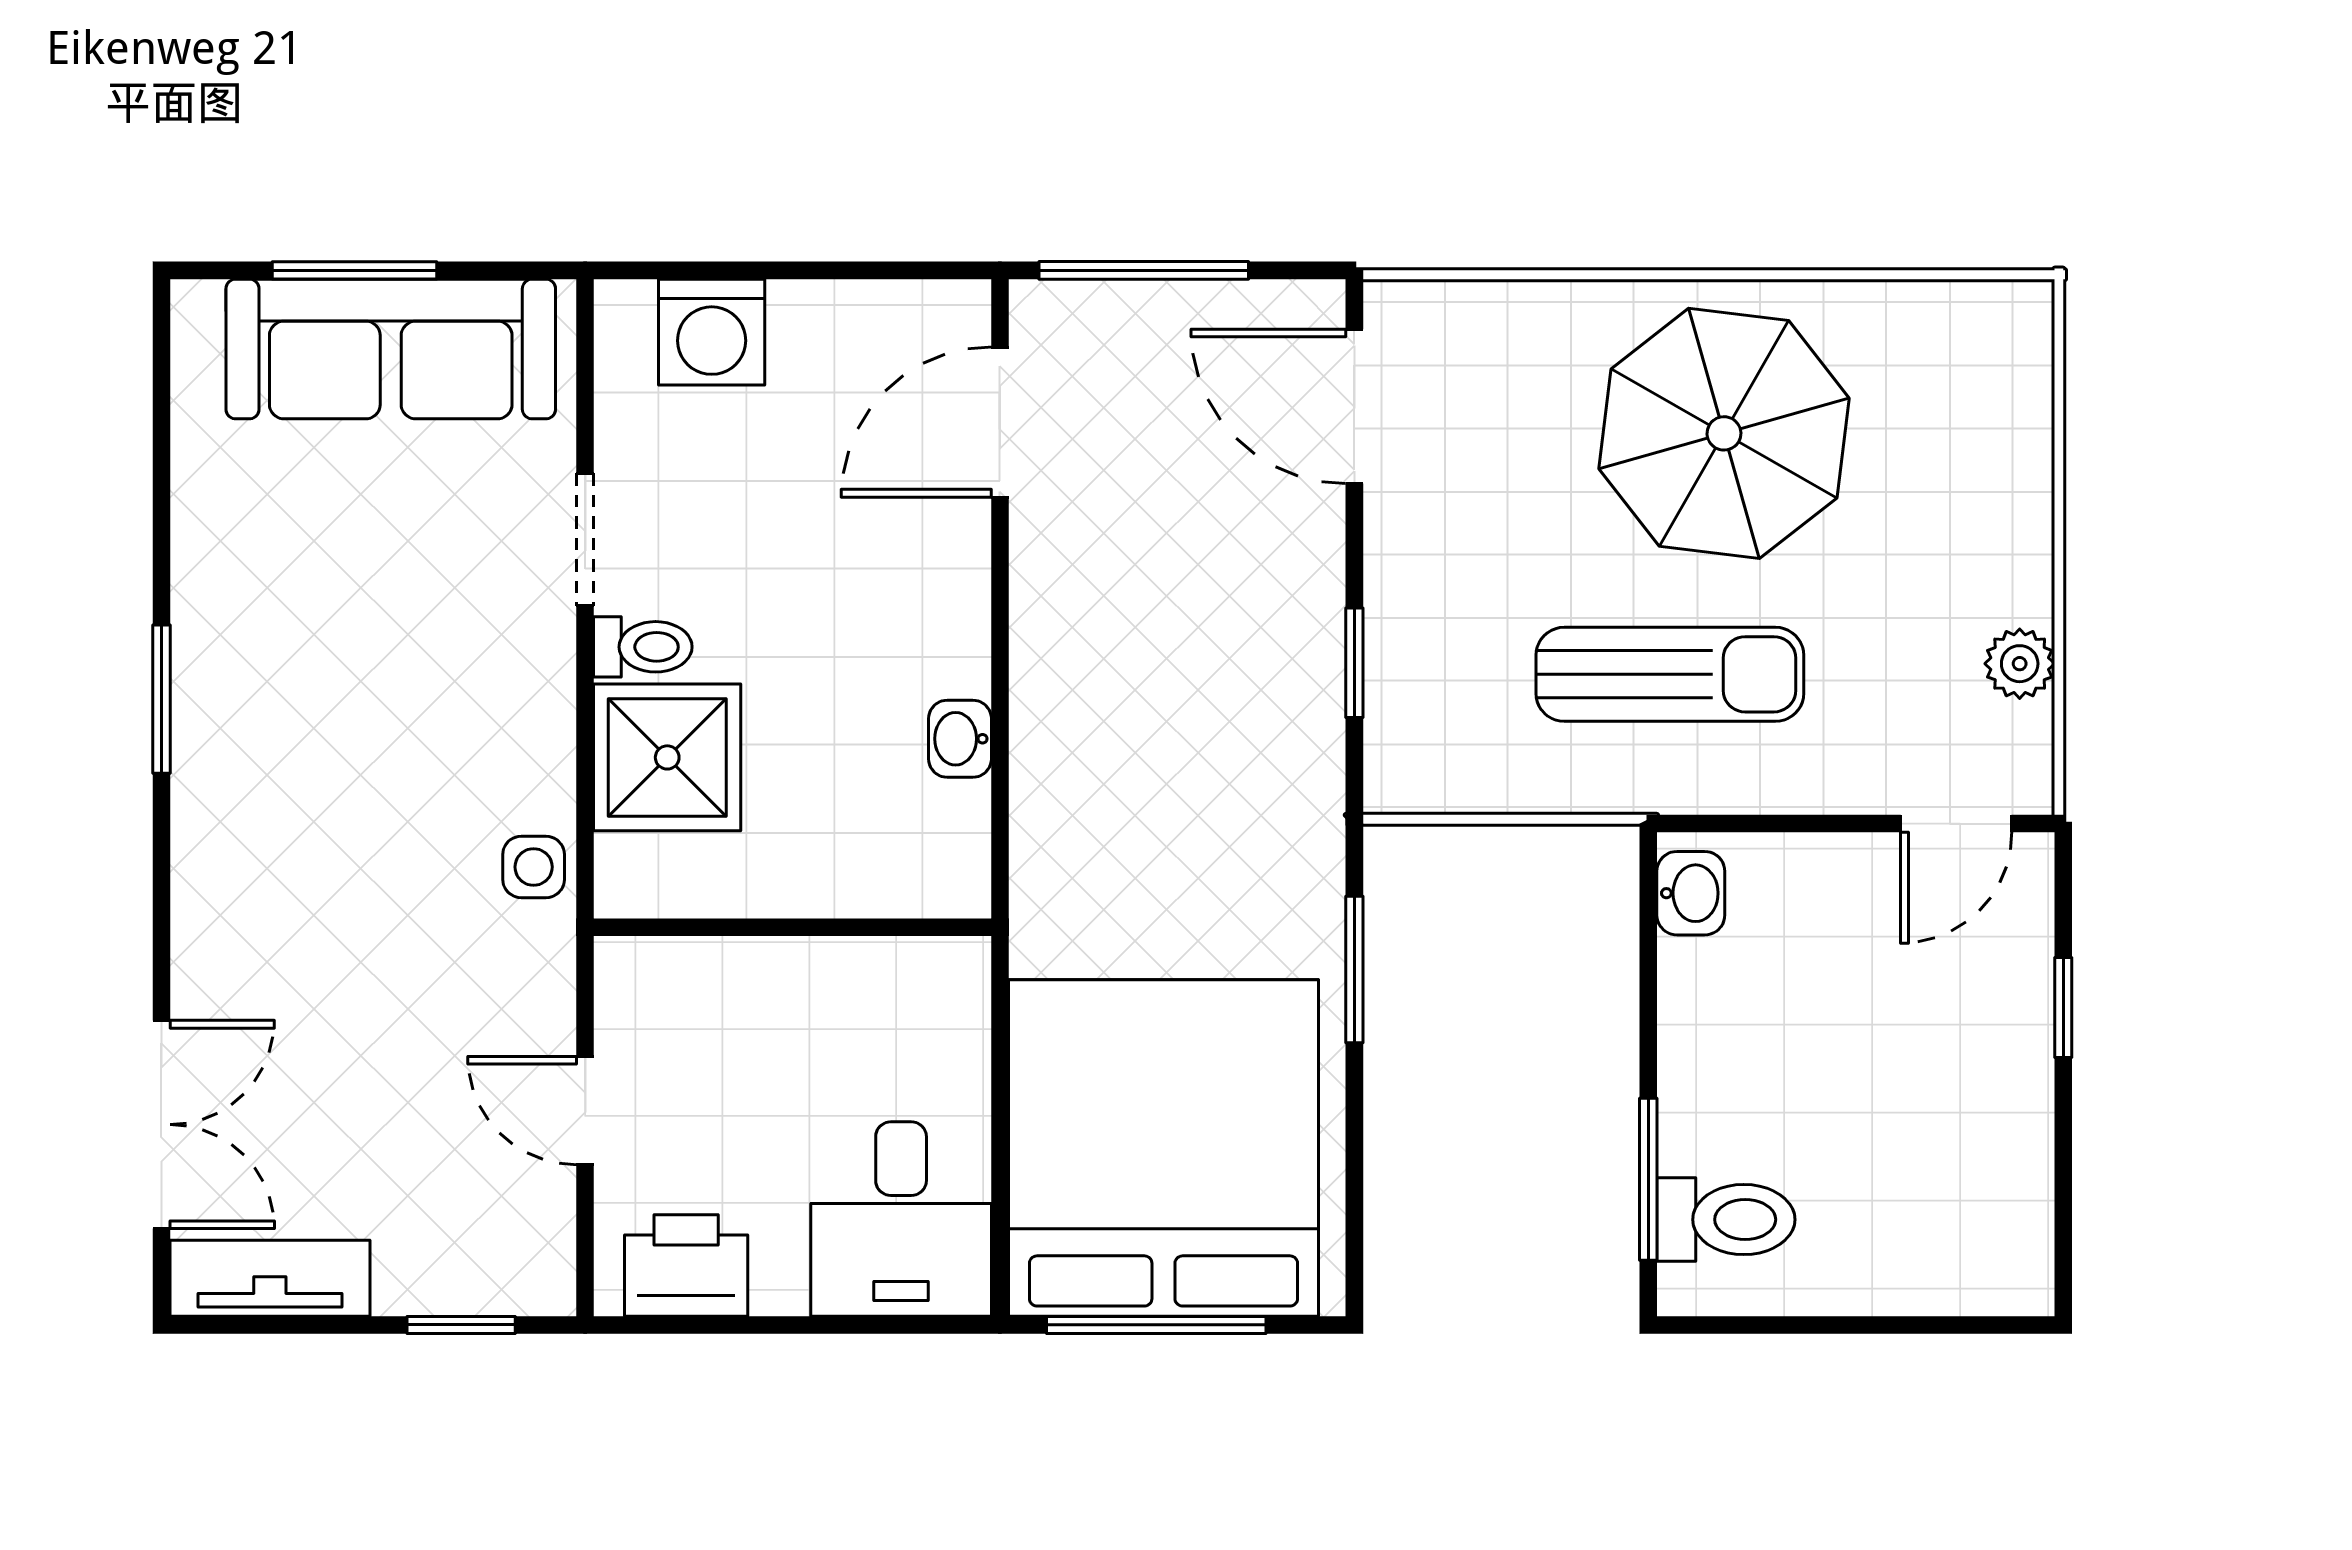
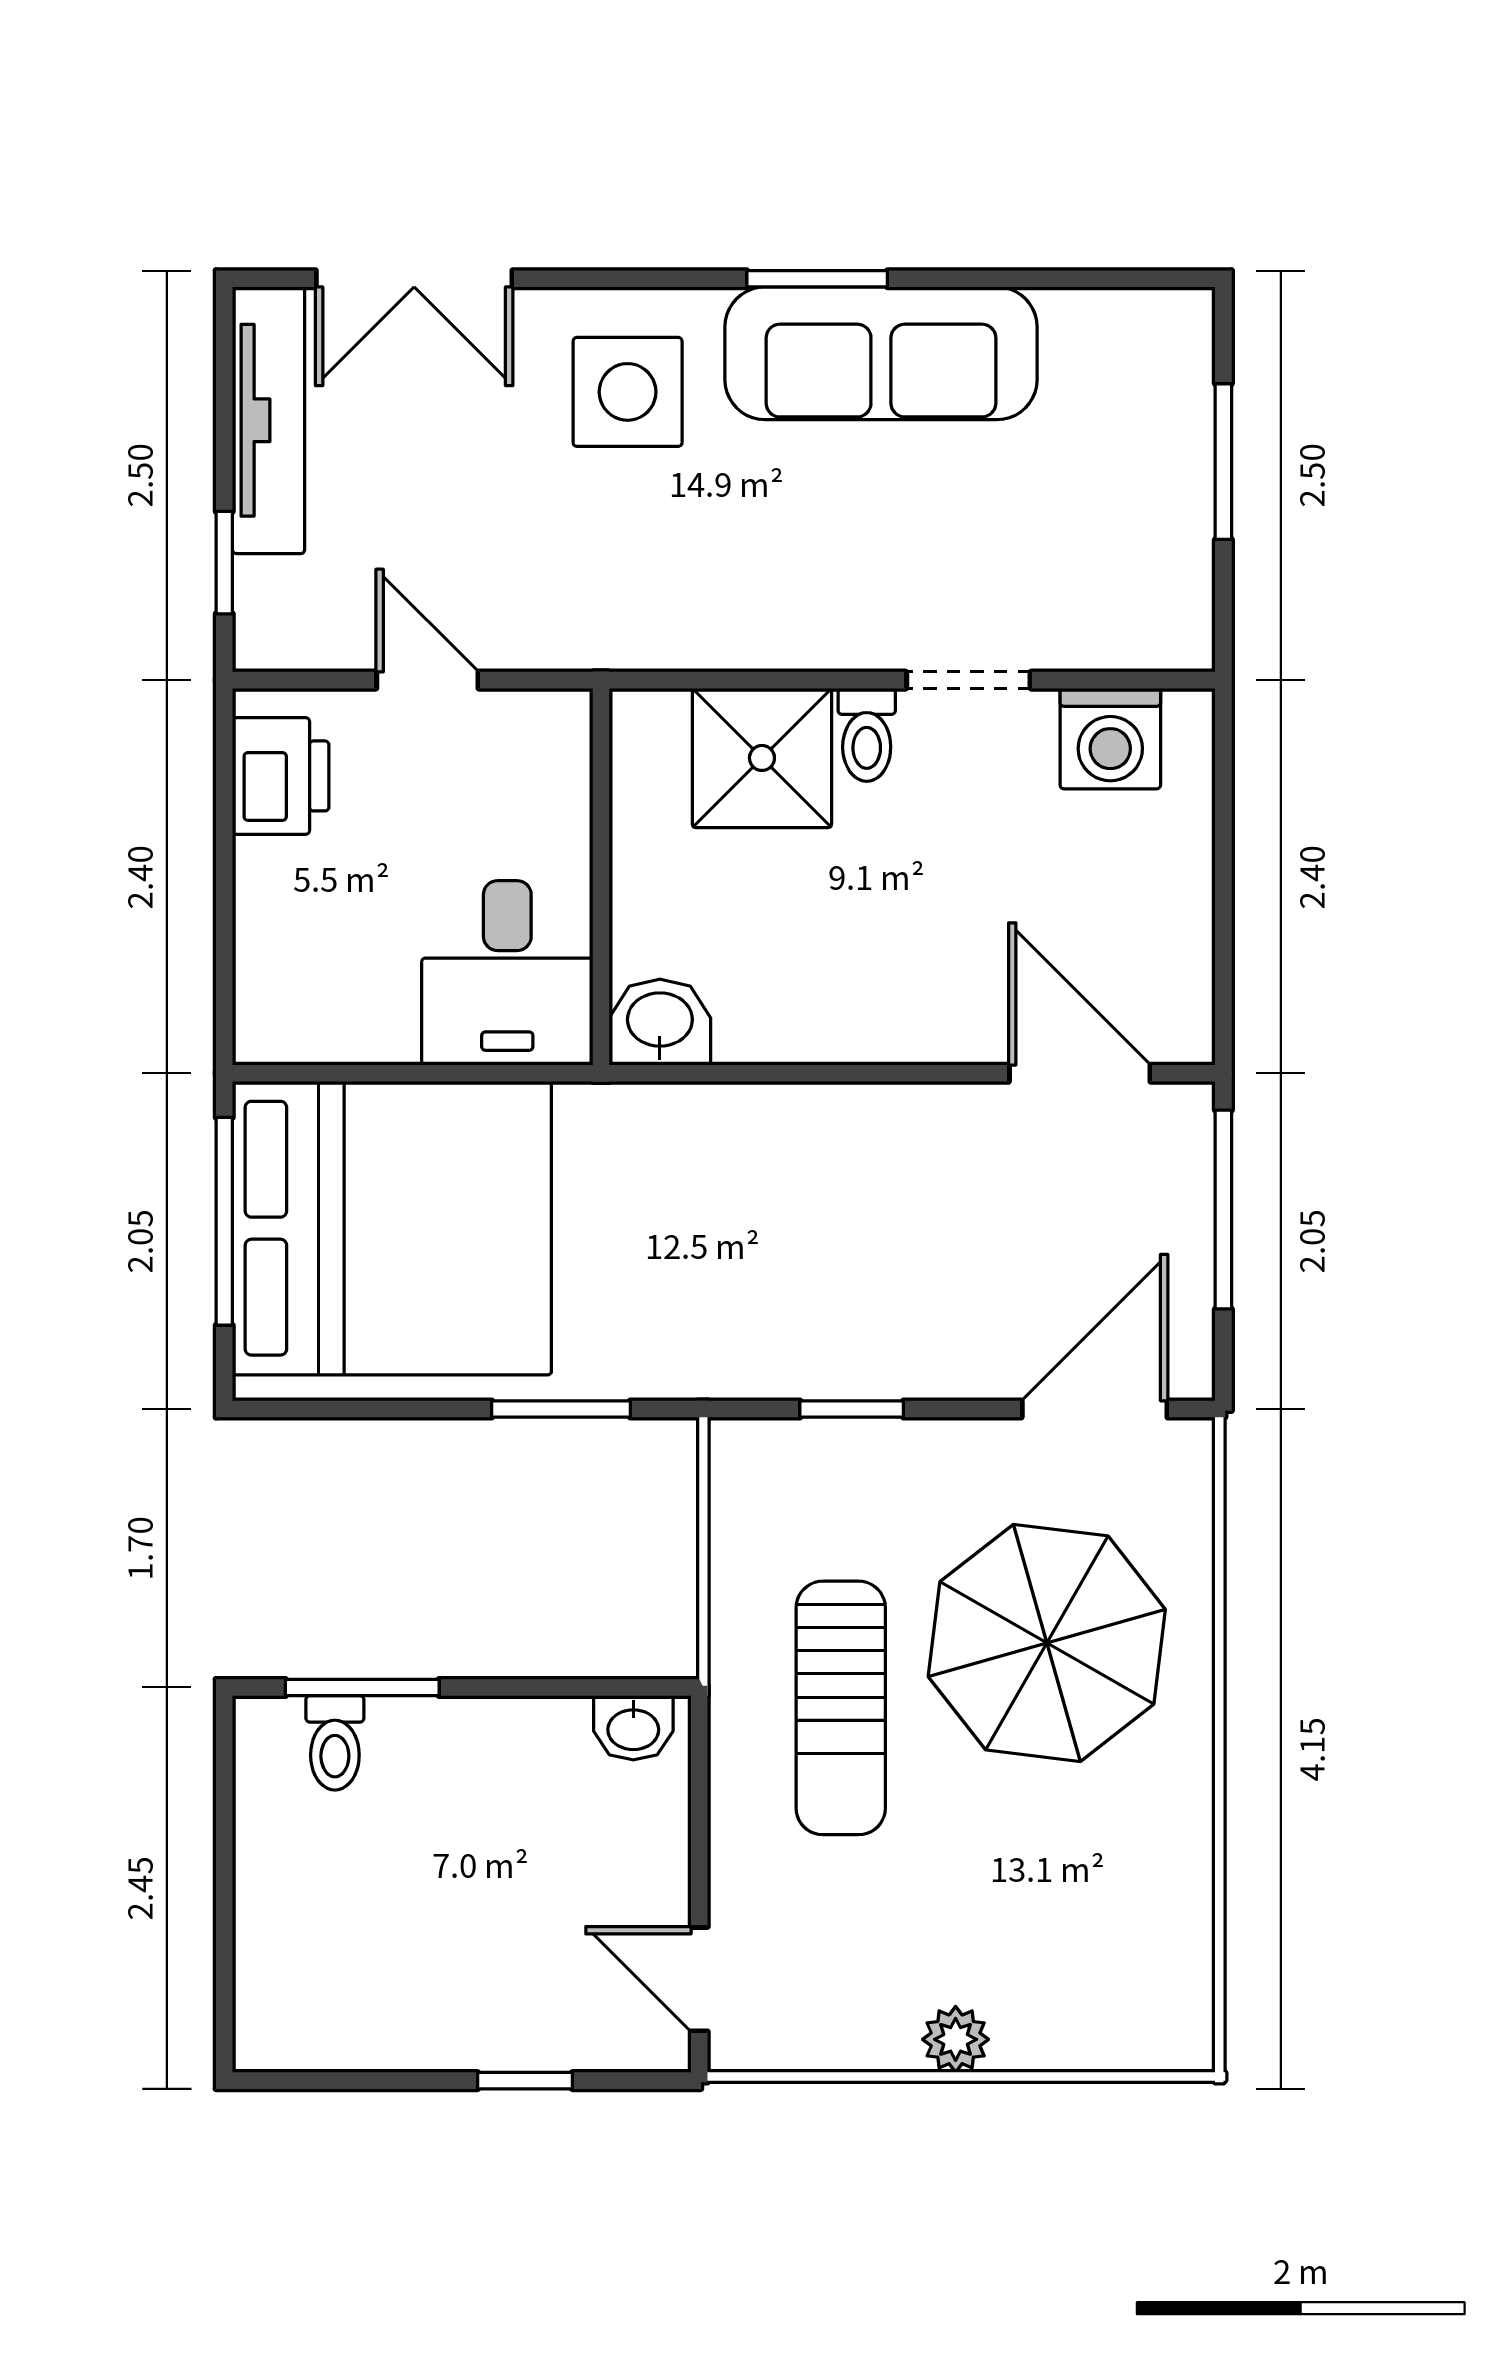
washing machine: (712, 332) -> (1110, 739), moved, turned -90
sofa: (391, 349) -> (881, 353), moved, turned -90
parasol: (1724, 433) -> (1047, 1643), moved
plant: (2020, 664) -> (956, 2039), moved
washbasin: (960, 739) -> (660, 1022), moved, width x1.38, depth x1.45
side table: (534, 867) -> (628, 392), moved, width x1.87, depth x1.87
door: (585, 1111) -> (427, 680), hinge flipped
desk: (901, 1219) -> (507, 973), moved, turned -90
toilet: (1726, 1220) -> (335, 1743), width x0.73, depth x0.72
tv unit: (270, 1278) -> (269, 420), width x1.41

